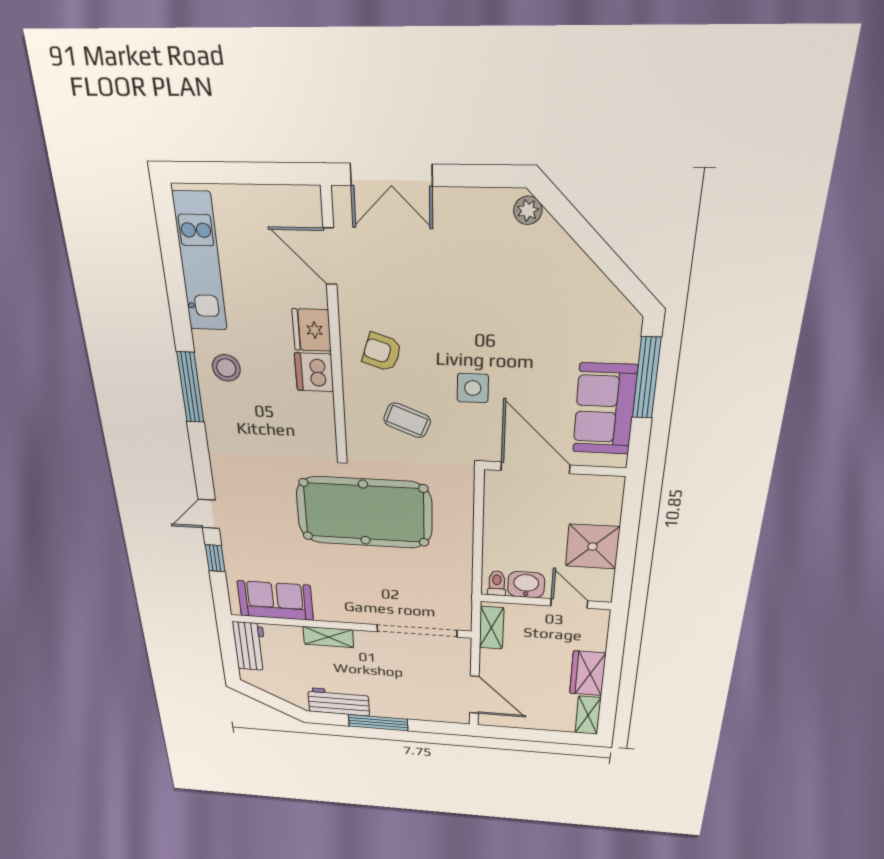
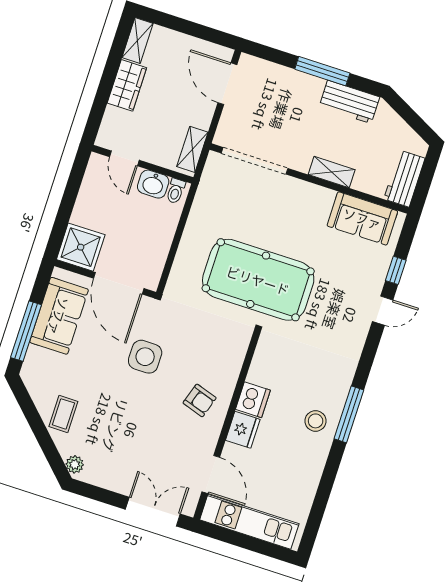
kitchen unit: (200, 262) -> (249, 522), moved, turned 90
side table: (473, 388) -> (145, 357), width x1.37, depth x1.37
coffee table: (407, 420) -> (63, 414), moved, turned 68
shower: (593, 547) -> (81, 247), moved

